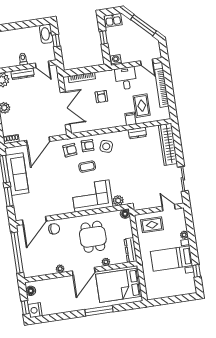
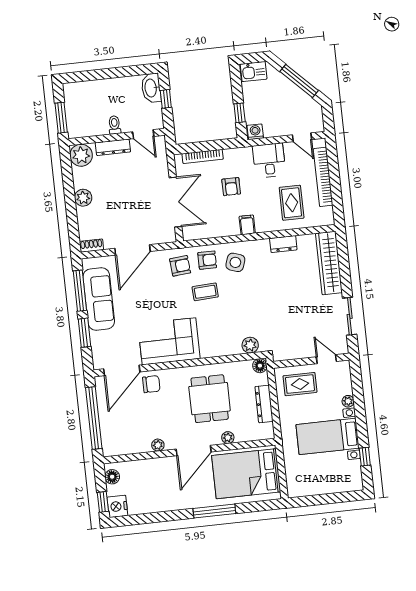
window: (104, 37) -> (240, 113), moved
filing cabinet: (130, 119) -> (247, 225), moved
corner sofa: (92, 196) -> (169, 341), moved
dresser: (130, 250) -> (264, 404), moved

